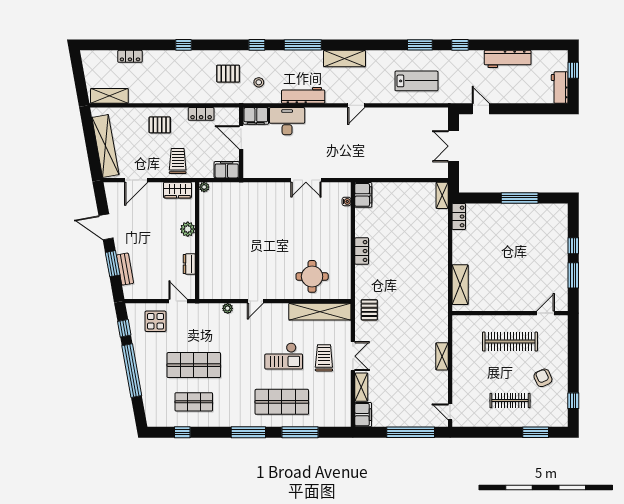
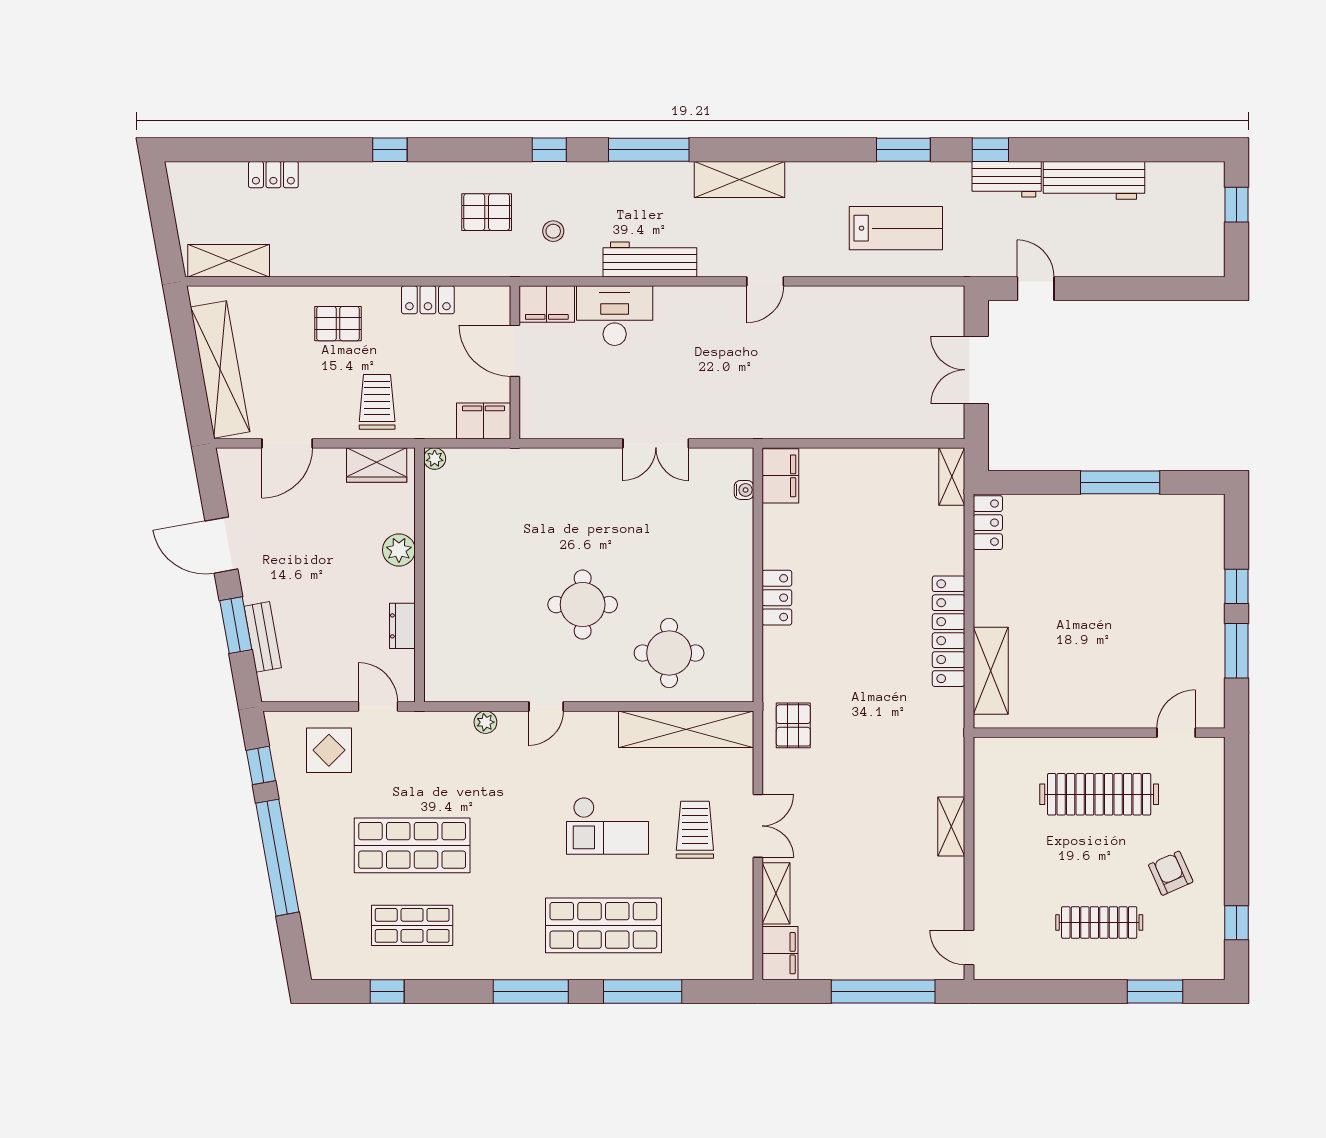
workbench: (560, 88) -> (1007, 179), moved, turned -90
round table: (272, 254) -> (583, 605), added
locker: (441, 266) -> (949, 631), added

